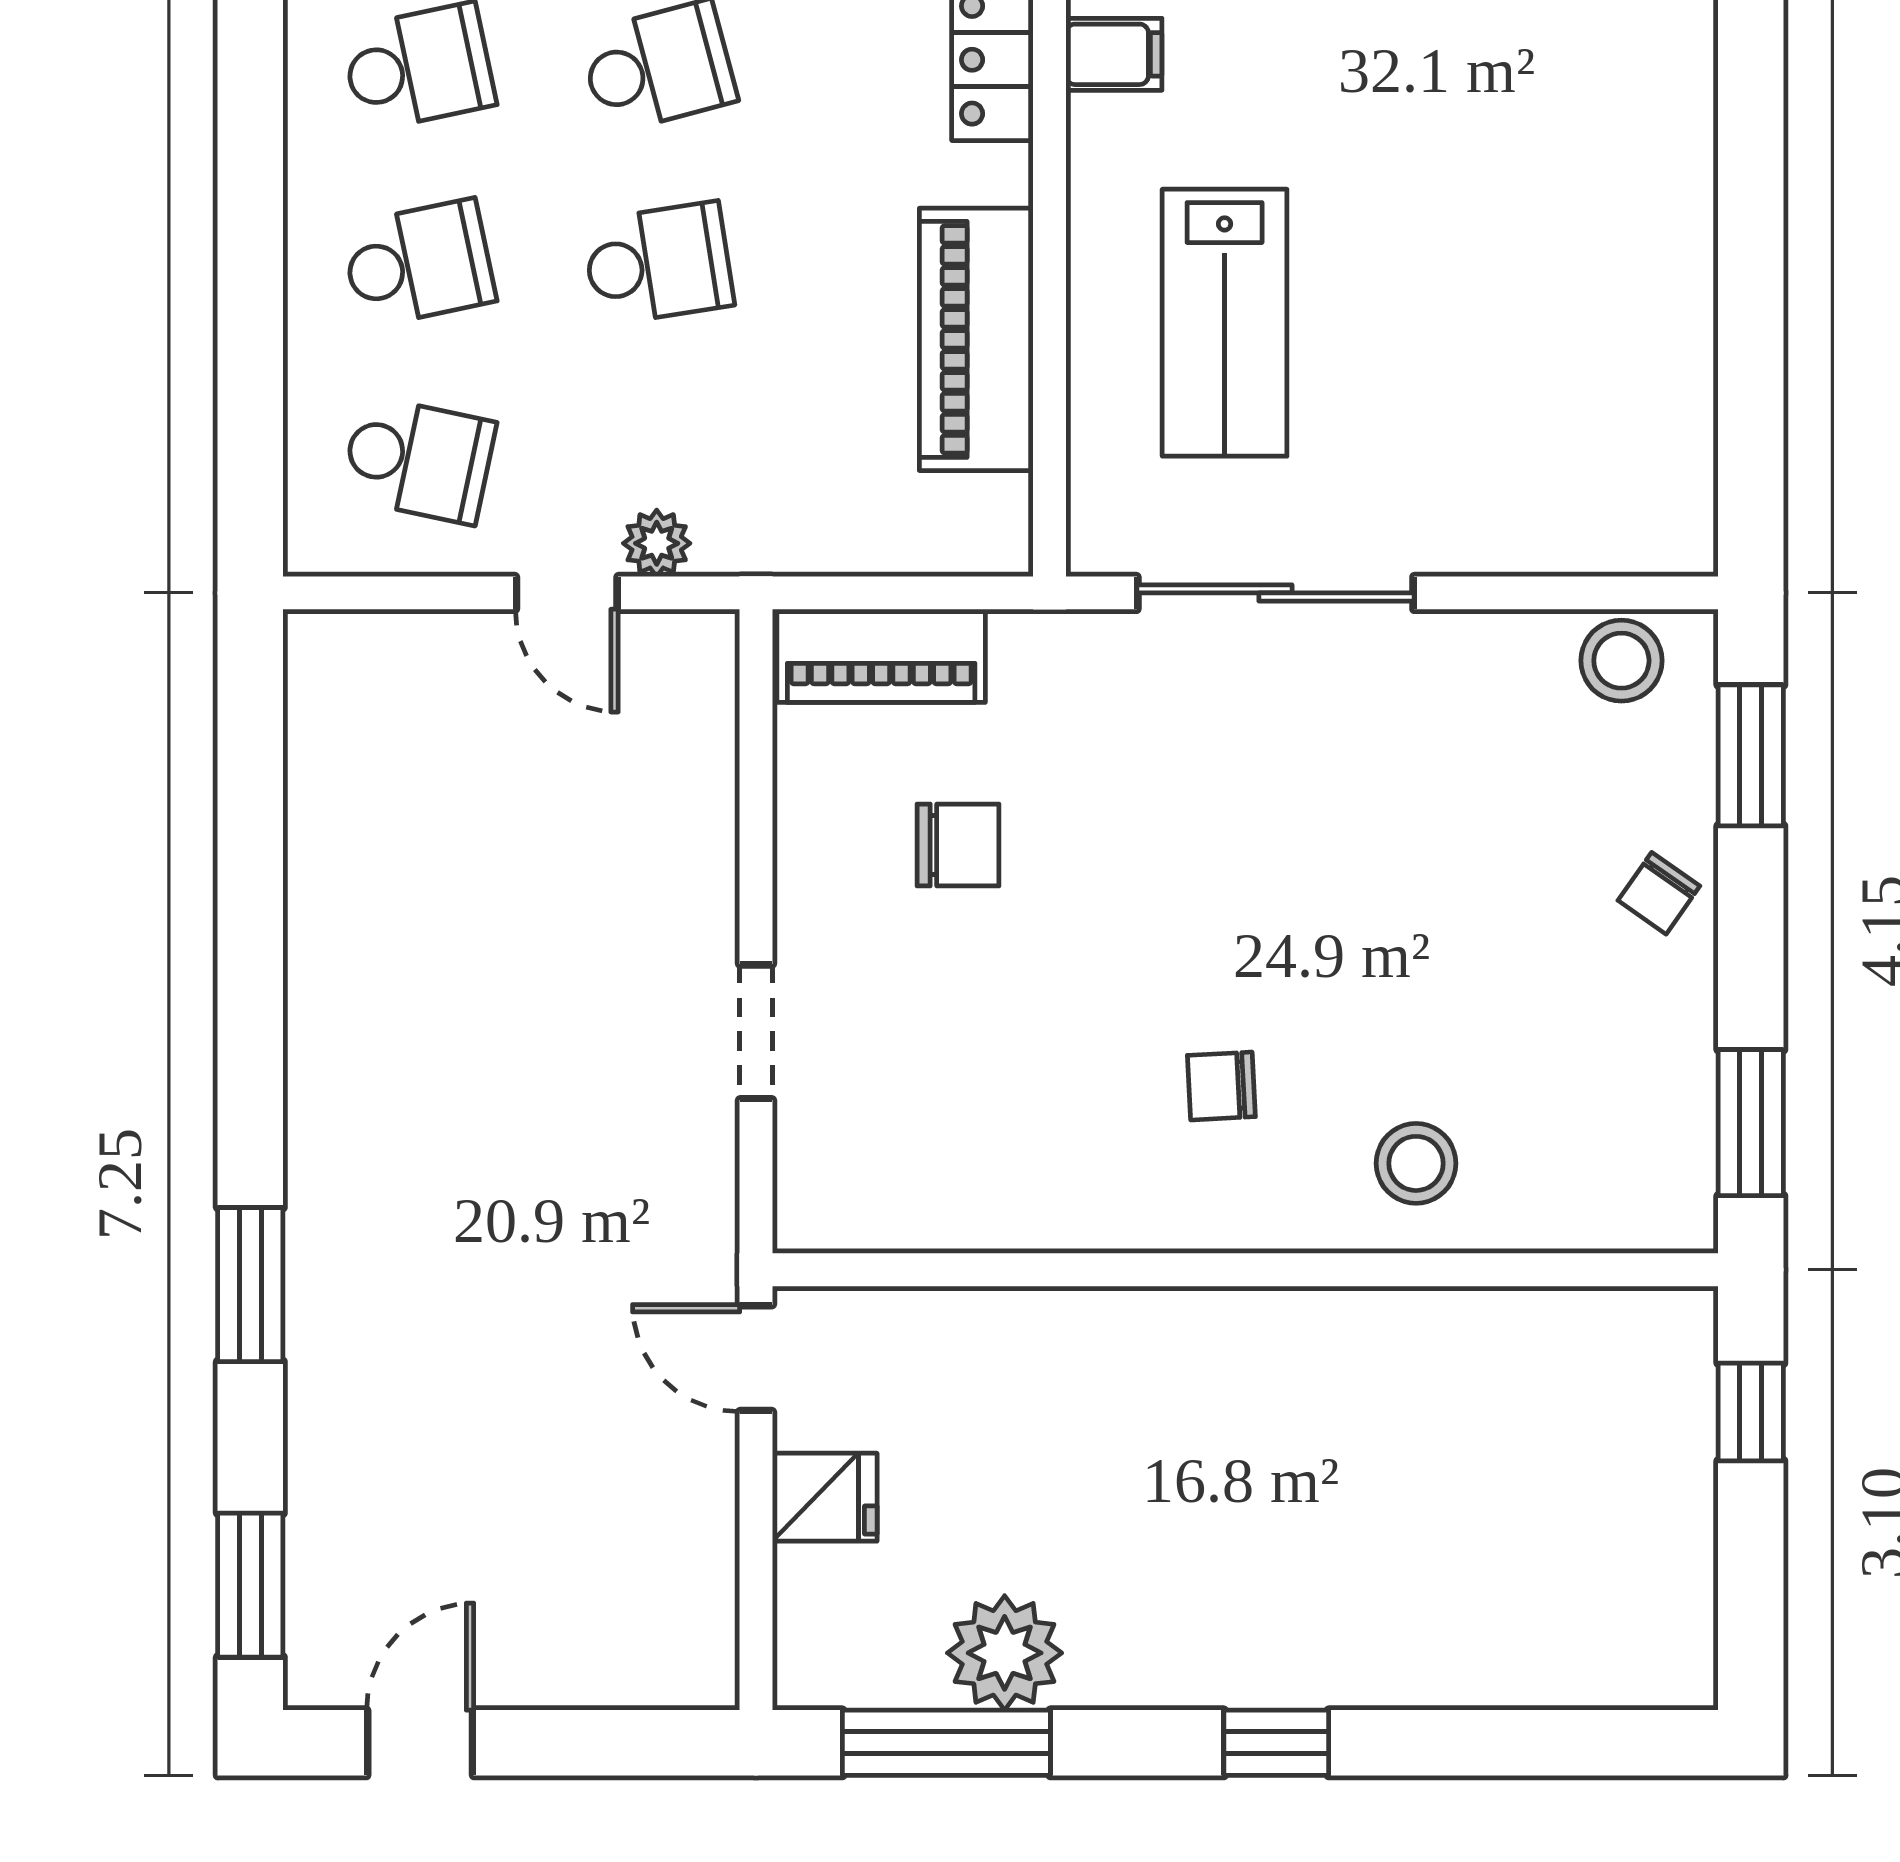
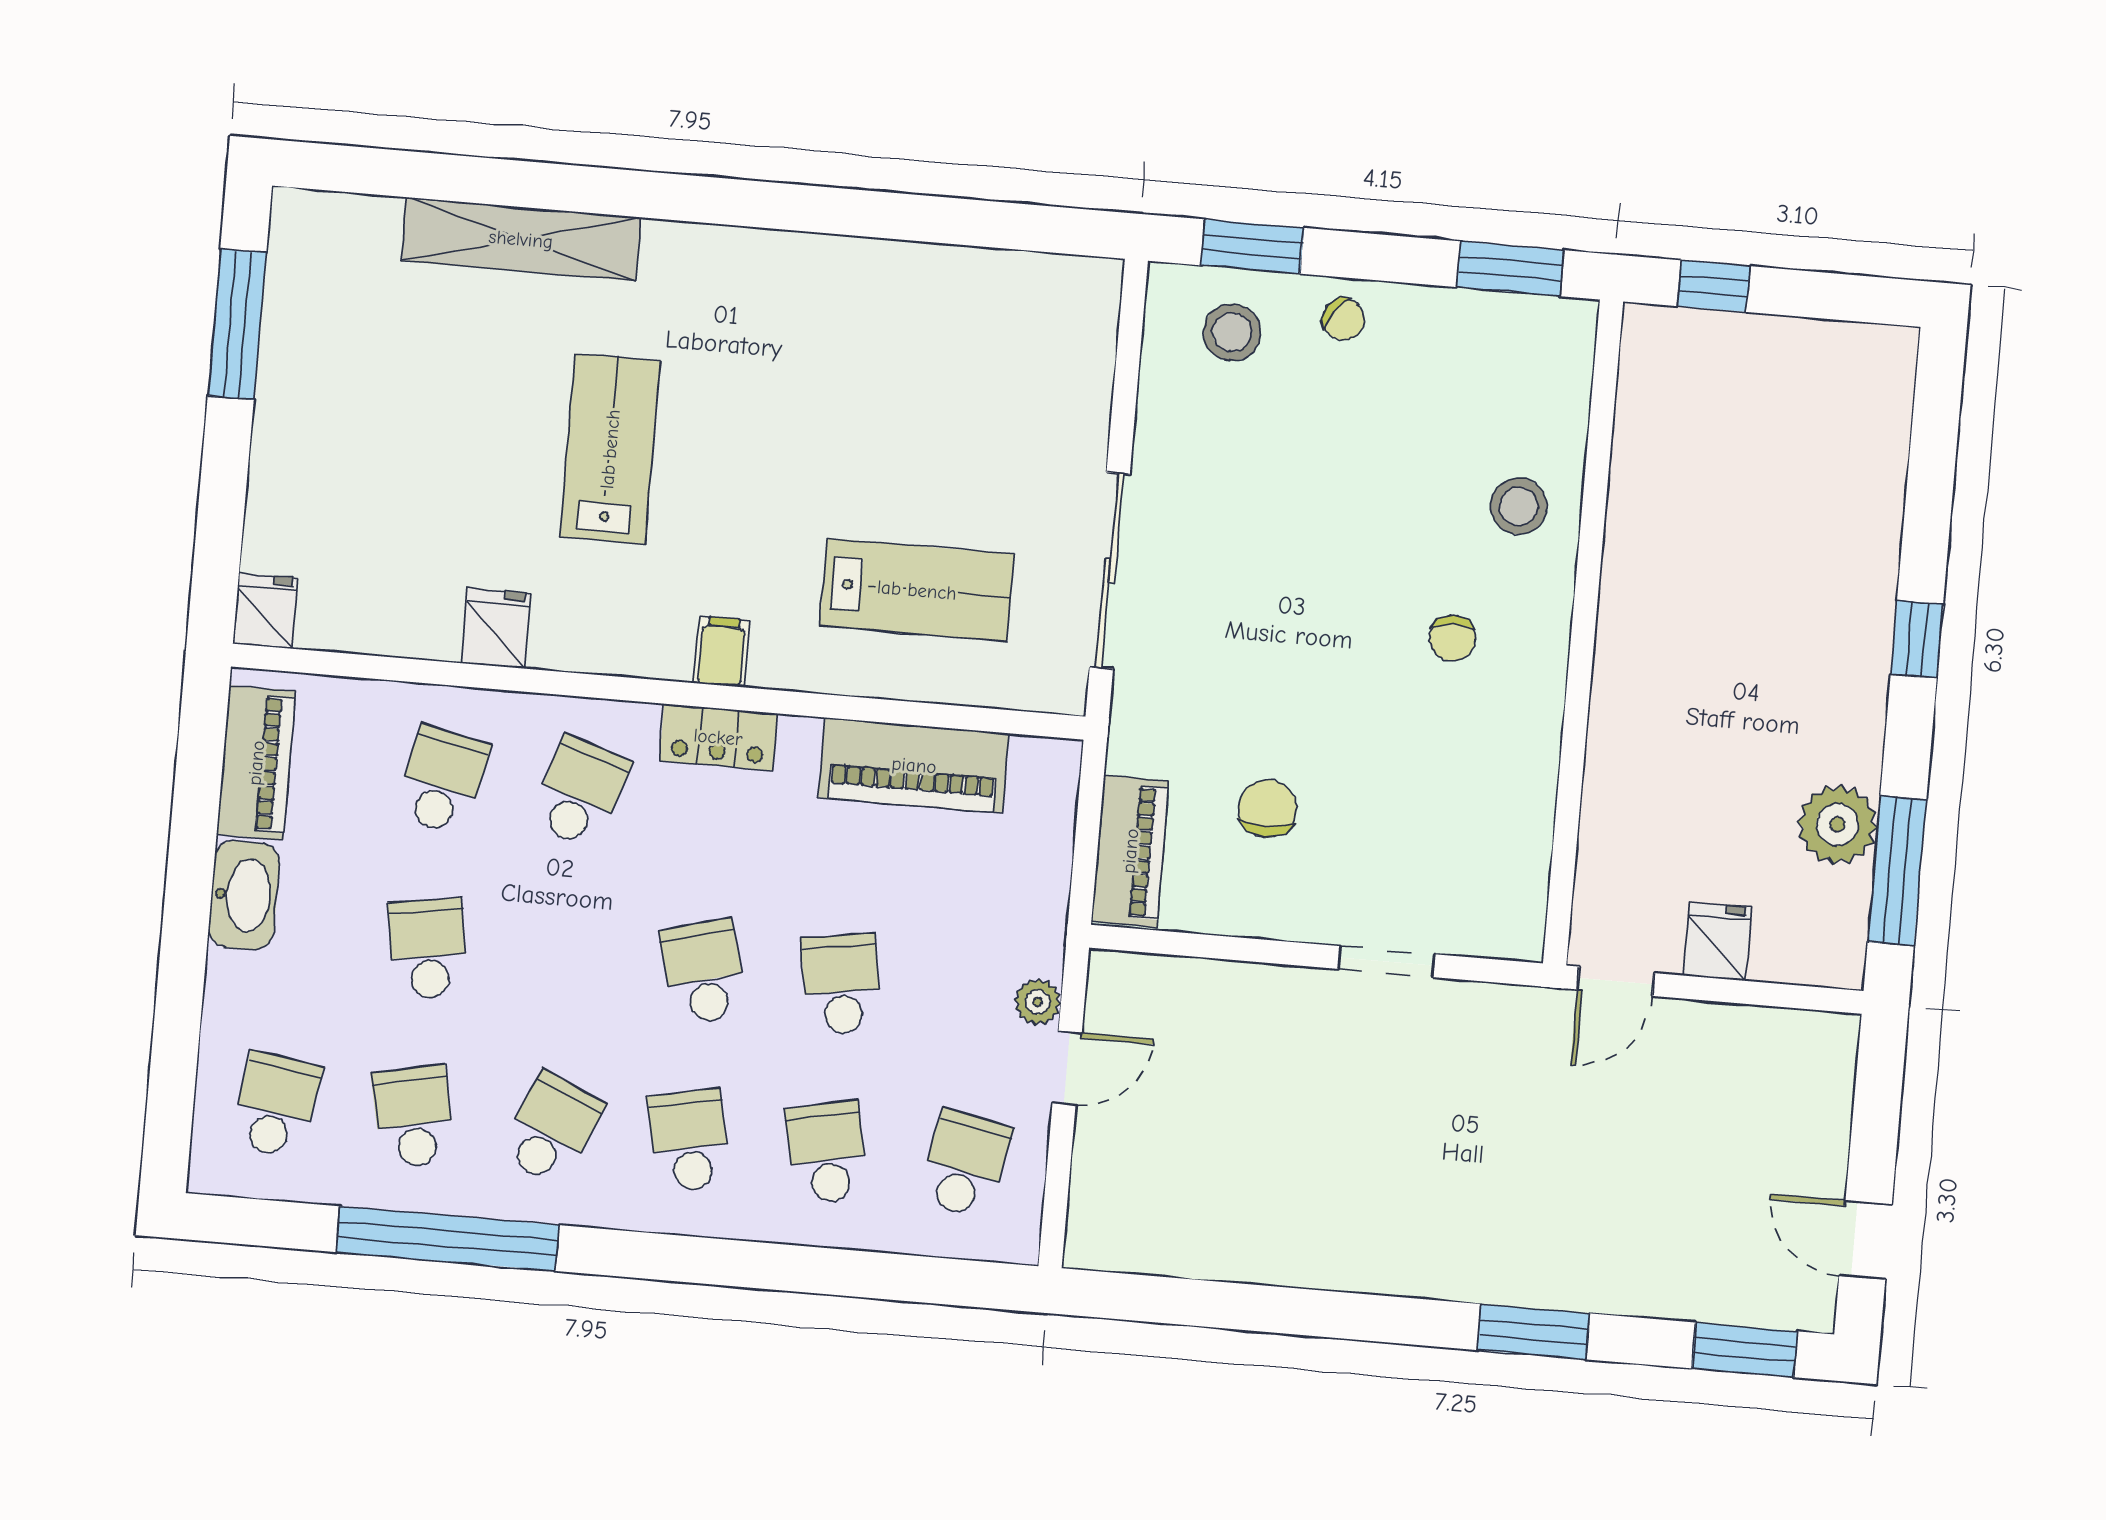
stool: (1621, 661) -> (1232, 332), moved

